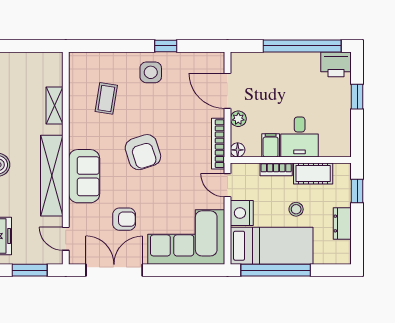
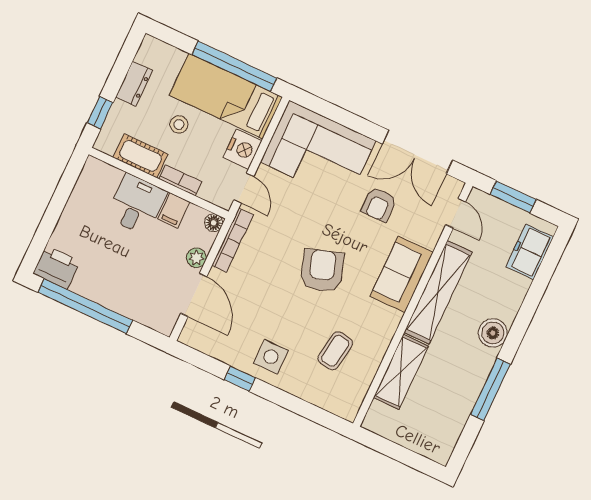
window: (357, 97) -> (50, 220), removed
shelving: (54, 106) -> (401, 372), width x1.50, depth x1.33
armchair: (124, 219) -> (379, 204), turned -90

